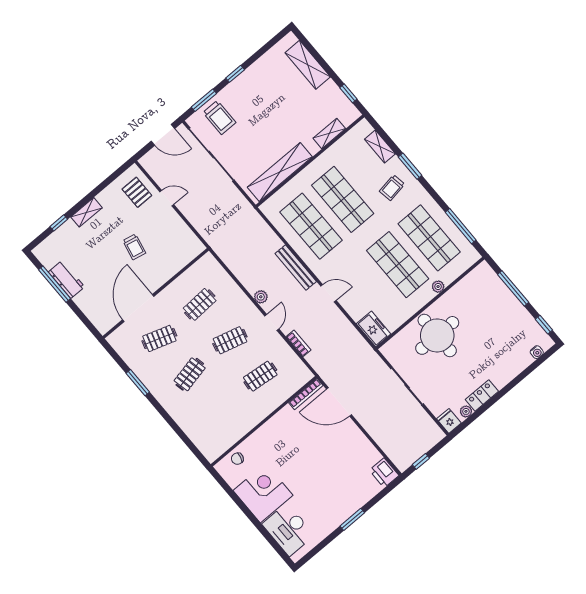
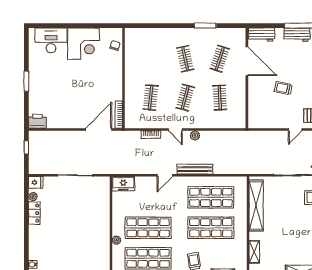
workbench: (98, 316) -> (262, 35), added
round table: (437, 335) -> (89, 216), removed

